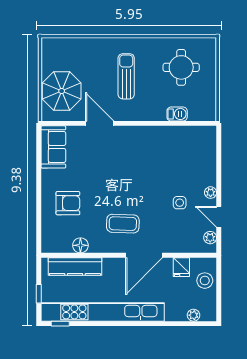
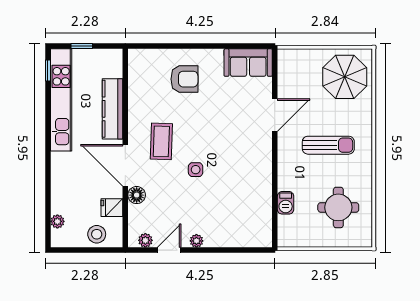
parasol: (62, 91) -> (345, 77), moved
armchair: (68, 203) -> (184, 79), turned -90
side table: (180, 203) -> (196, 170), moved
floor lamp: (80, 245) -> (137, 195), moved
kitchen counter: (75, 267) -> (113, 109), moved
kitchen unit: (103, 312) -> (61, 100), width x0.73

